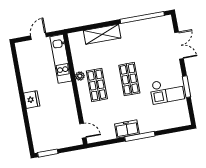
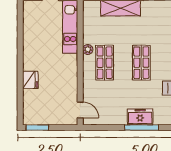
fridge: (32, 100) -> (30, 80), moved
freezer: (127, 129) -> (140, 117), moved

